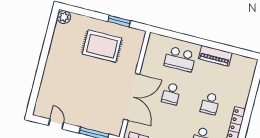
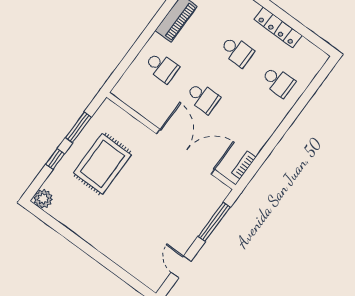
window: (93, 14) -> (55, 159), added
school desk: (180, 59) -> (162, 67), width x0.54
door: (56, 124) -> (181, 267), hinge flipped

